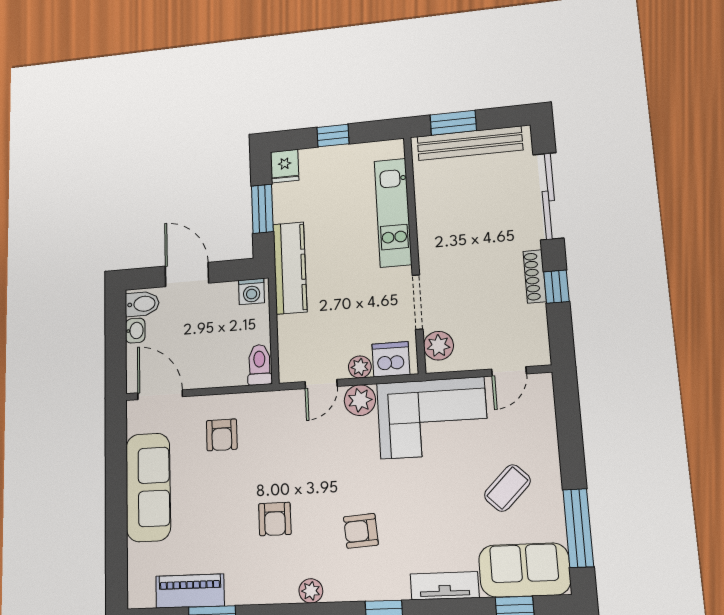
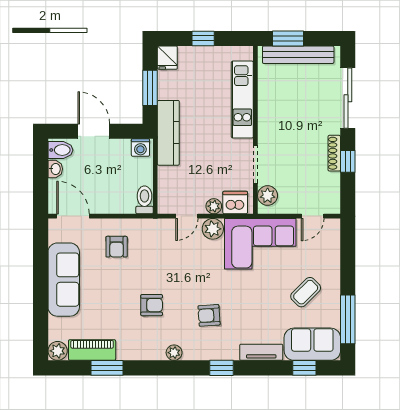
armchair: (275, 519) -> (152, 305), turned -90
plant: (141, 594) -> (58, 351), added

